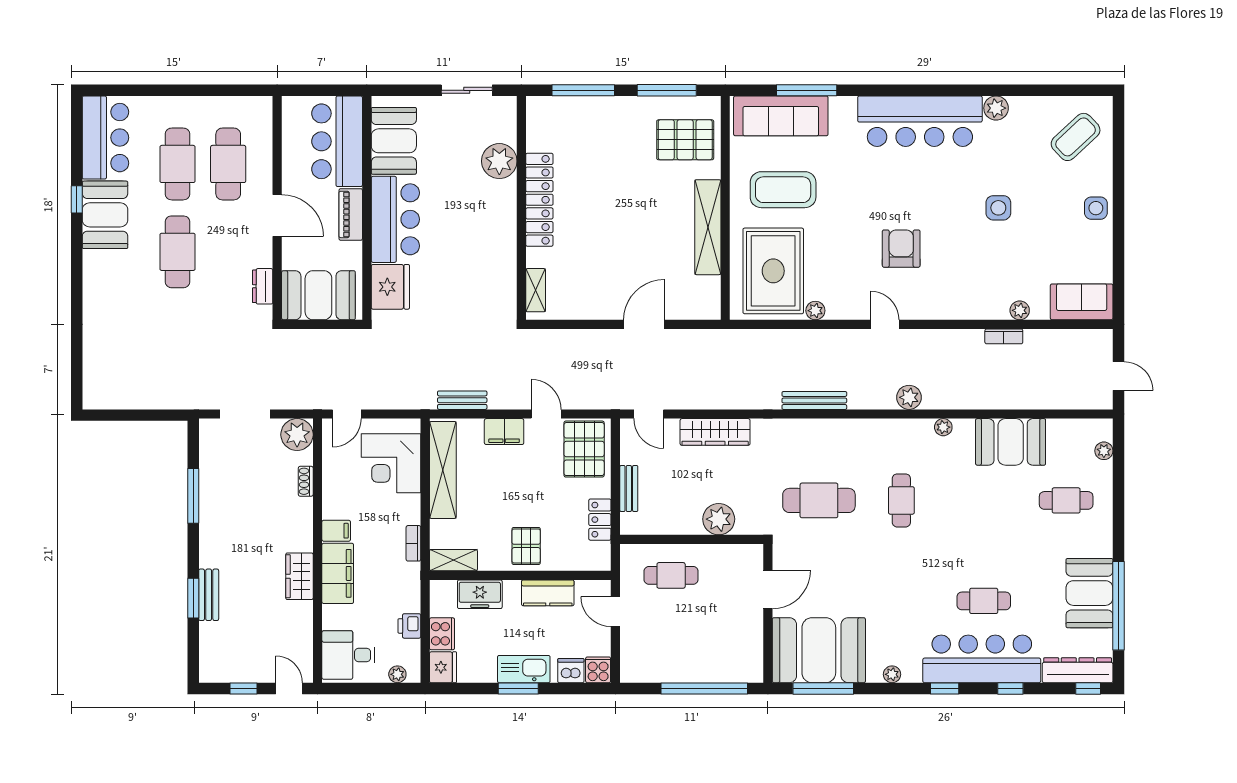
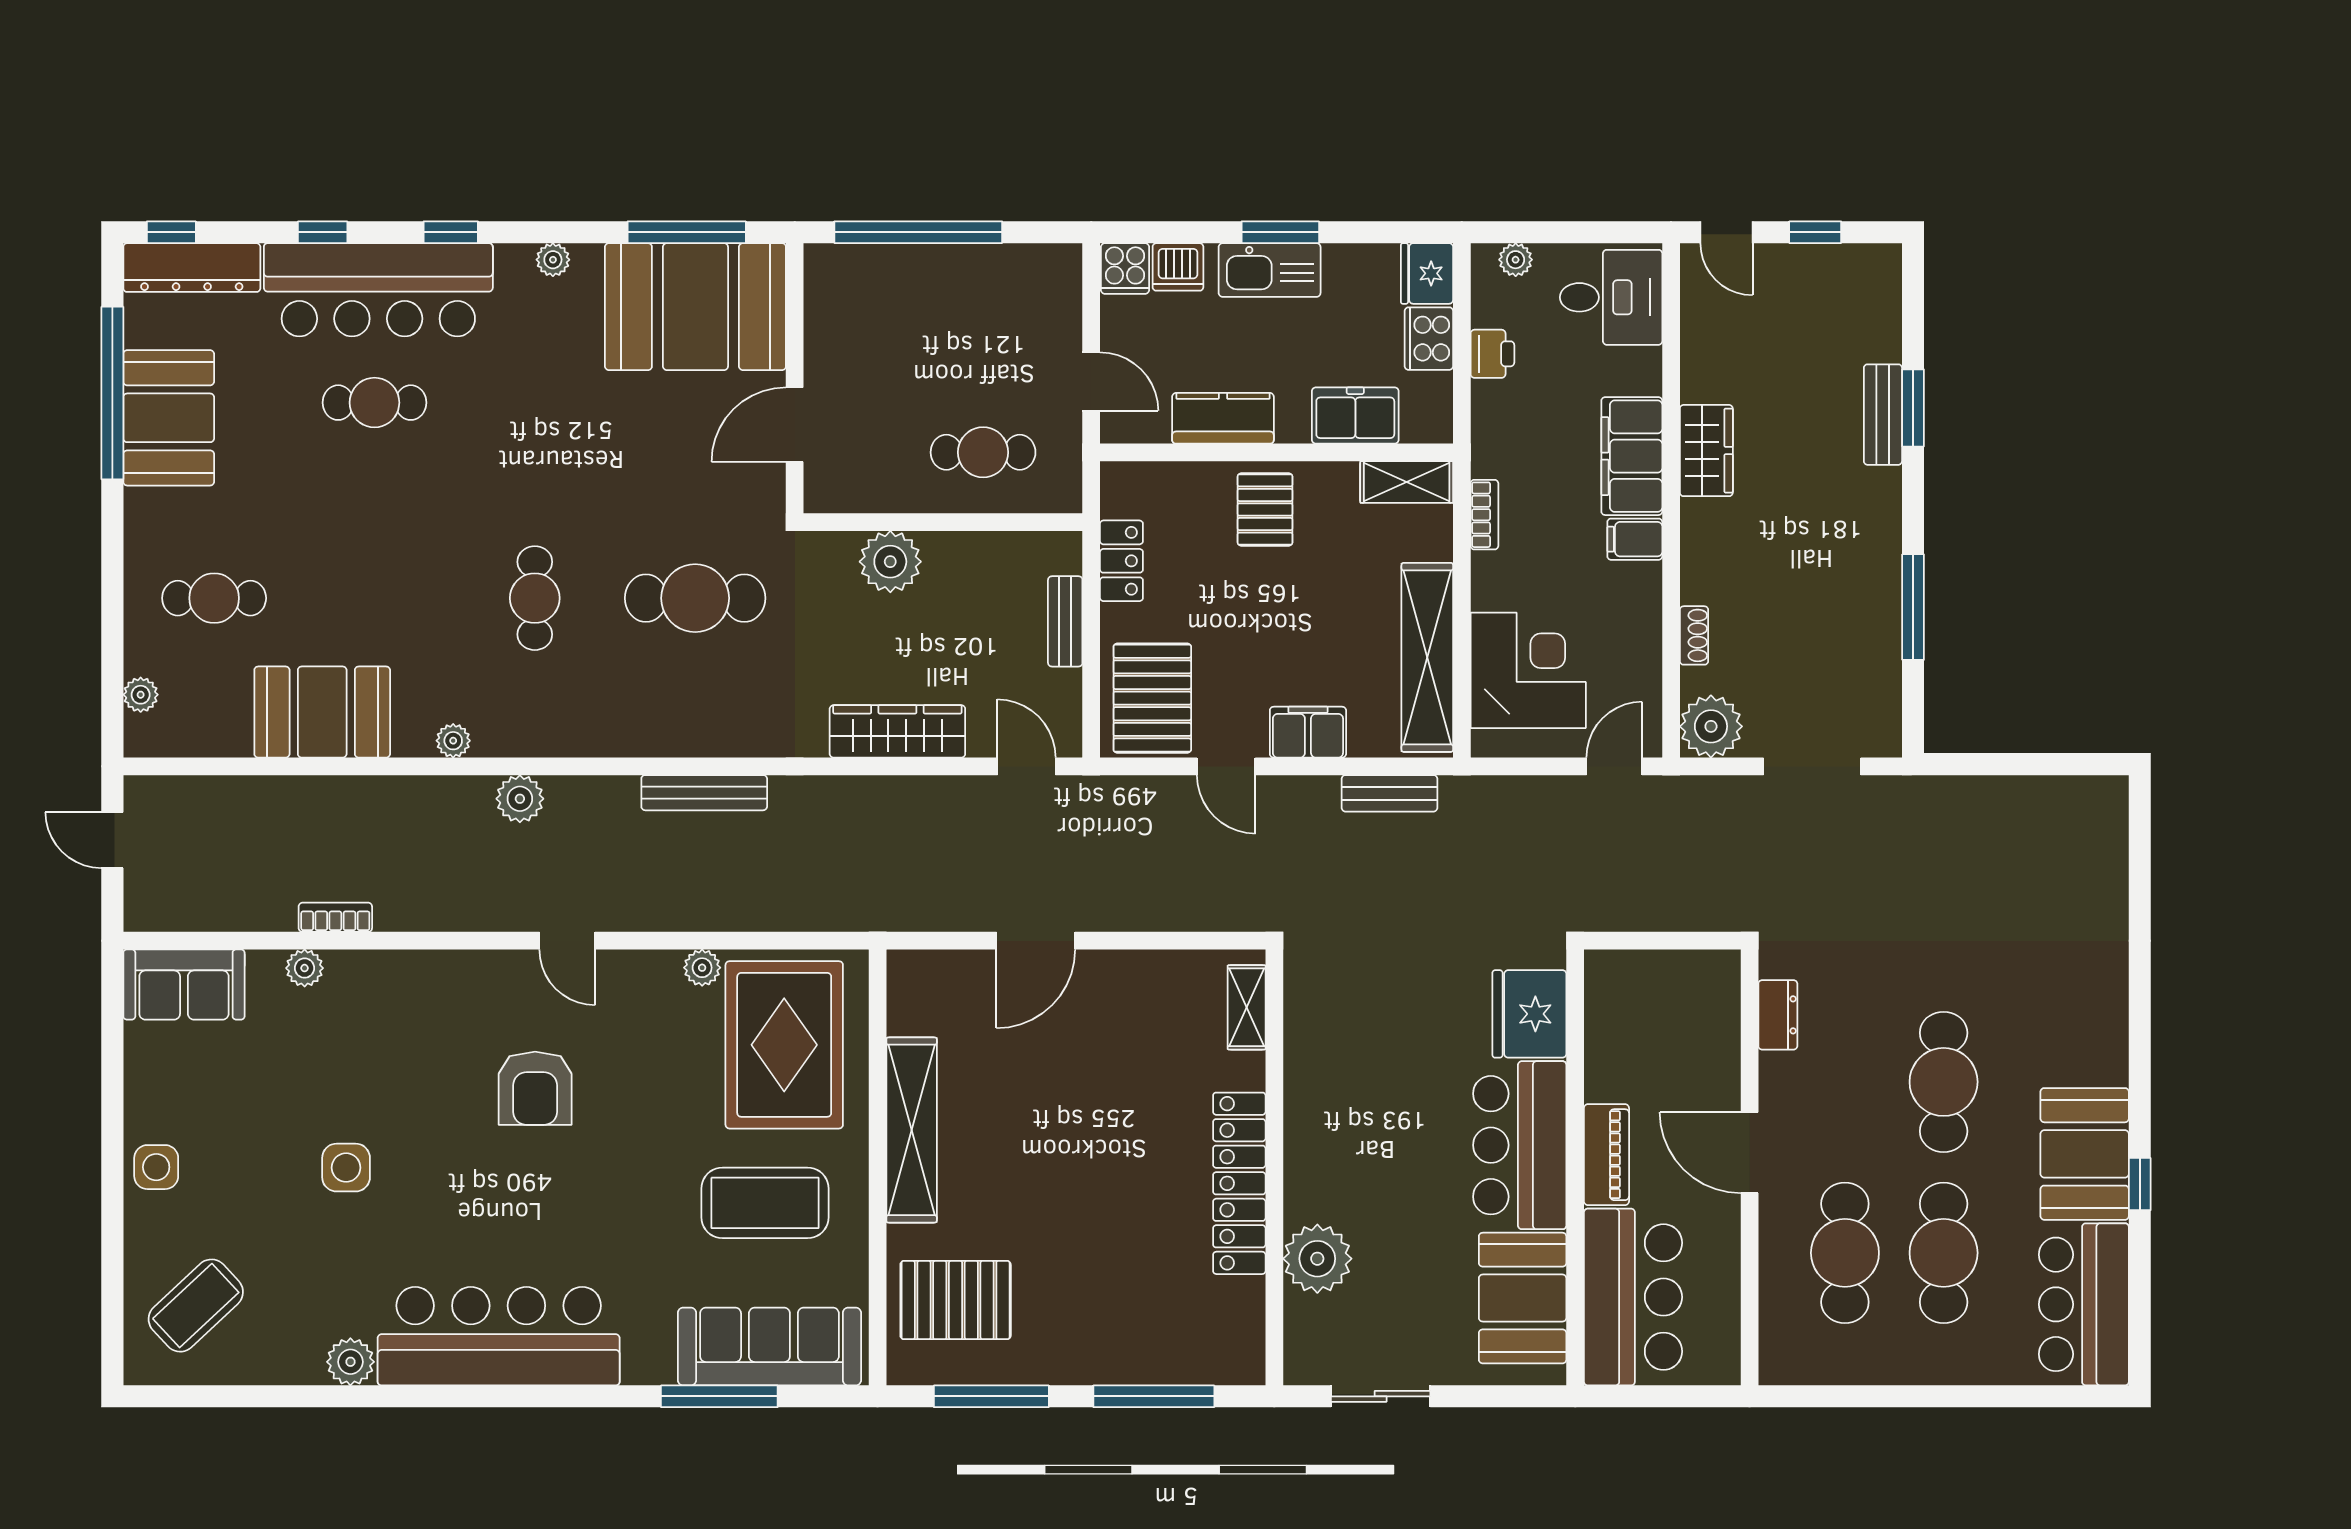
booth: (318, 295) -> (1669, 997), removed

